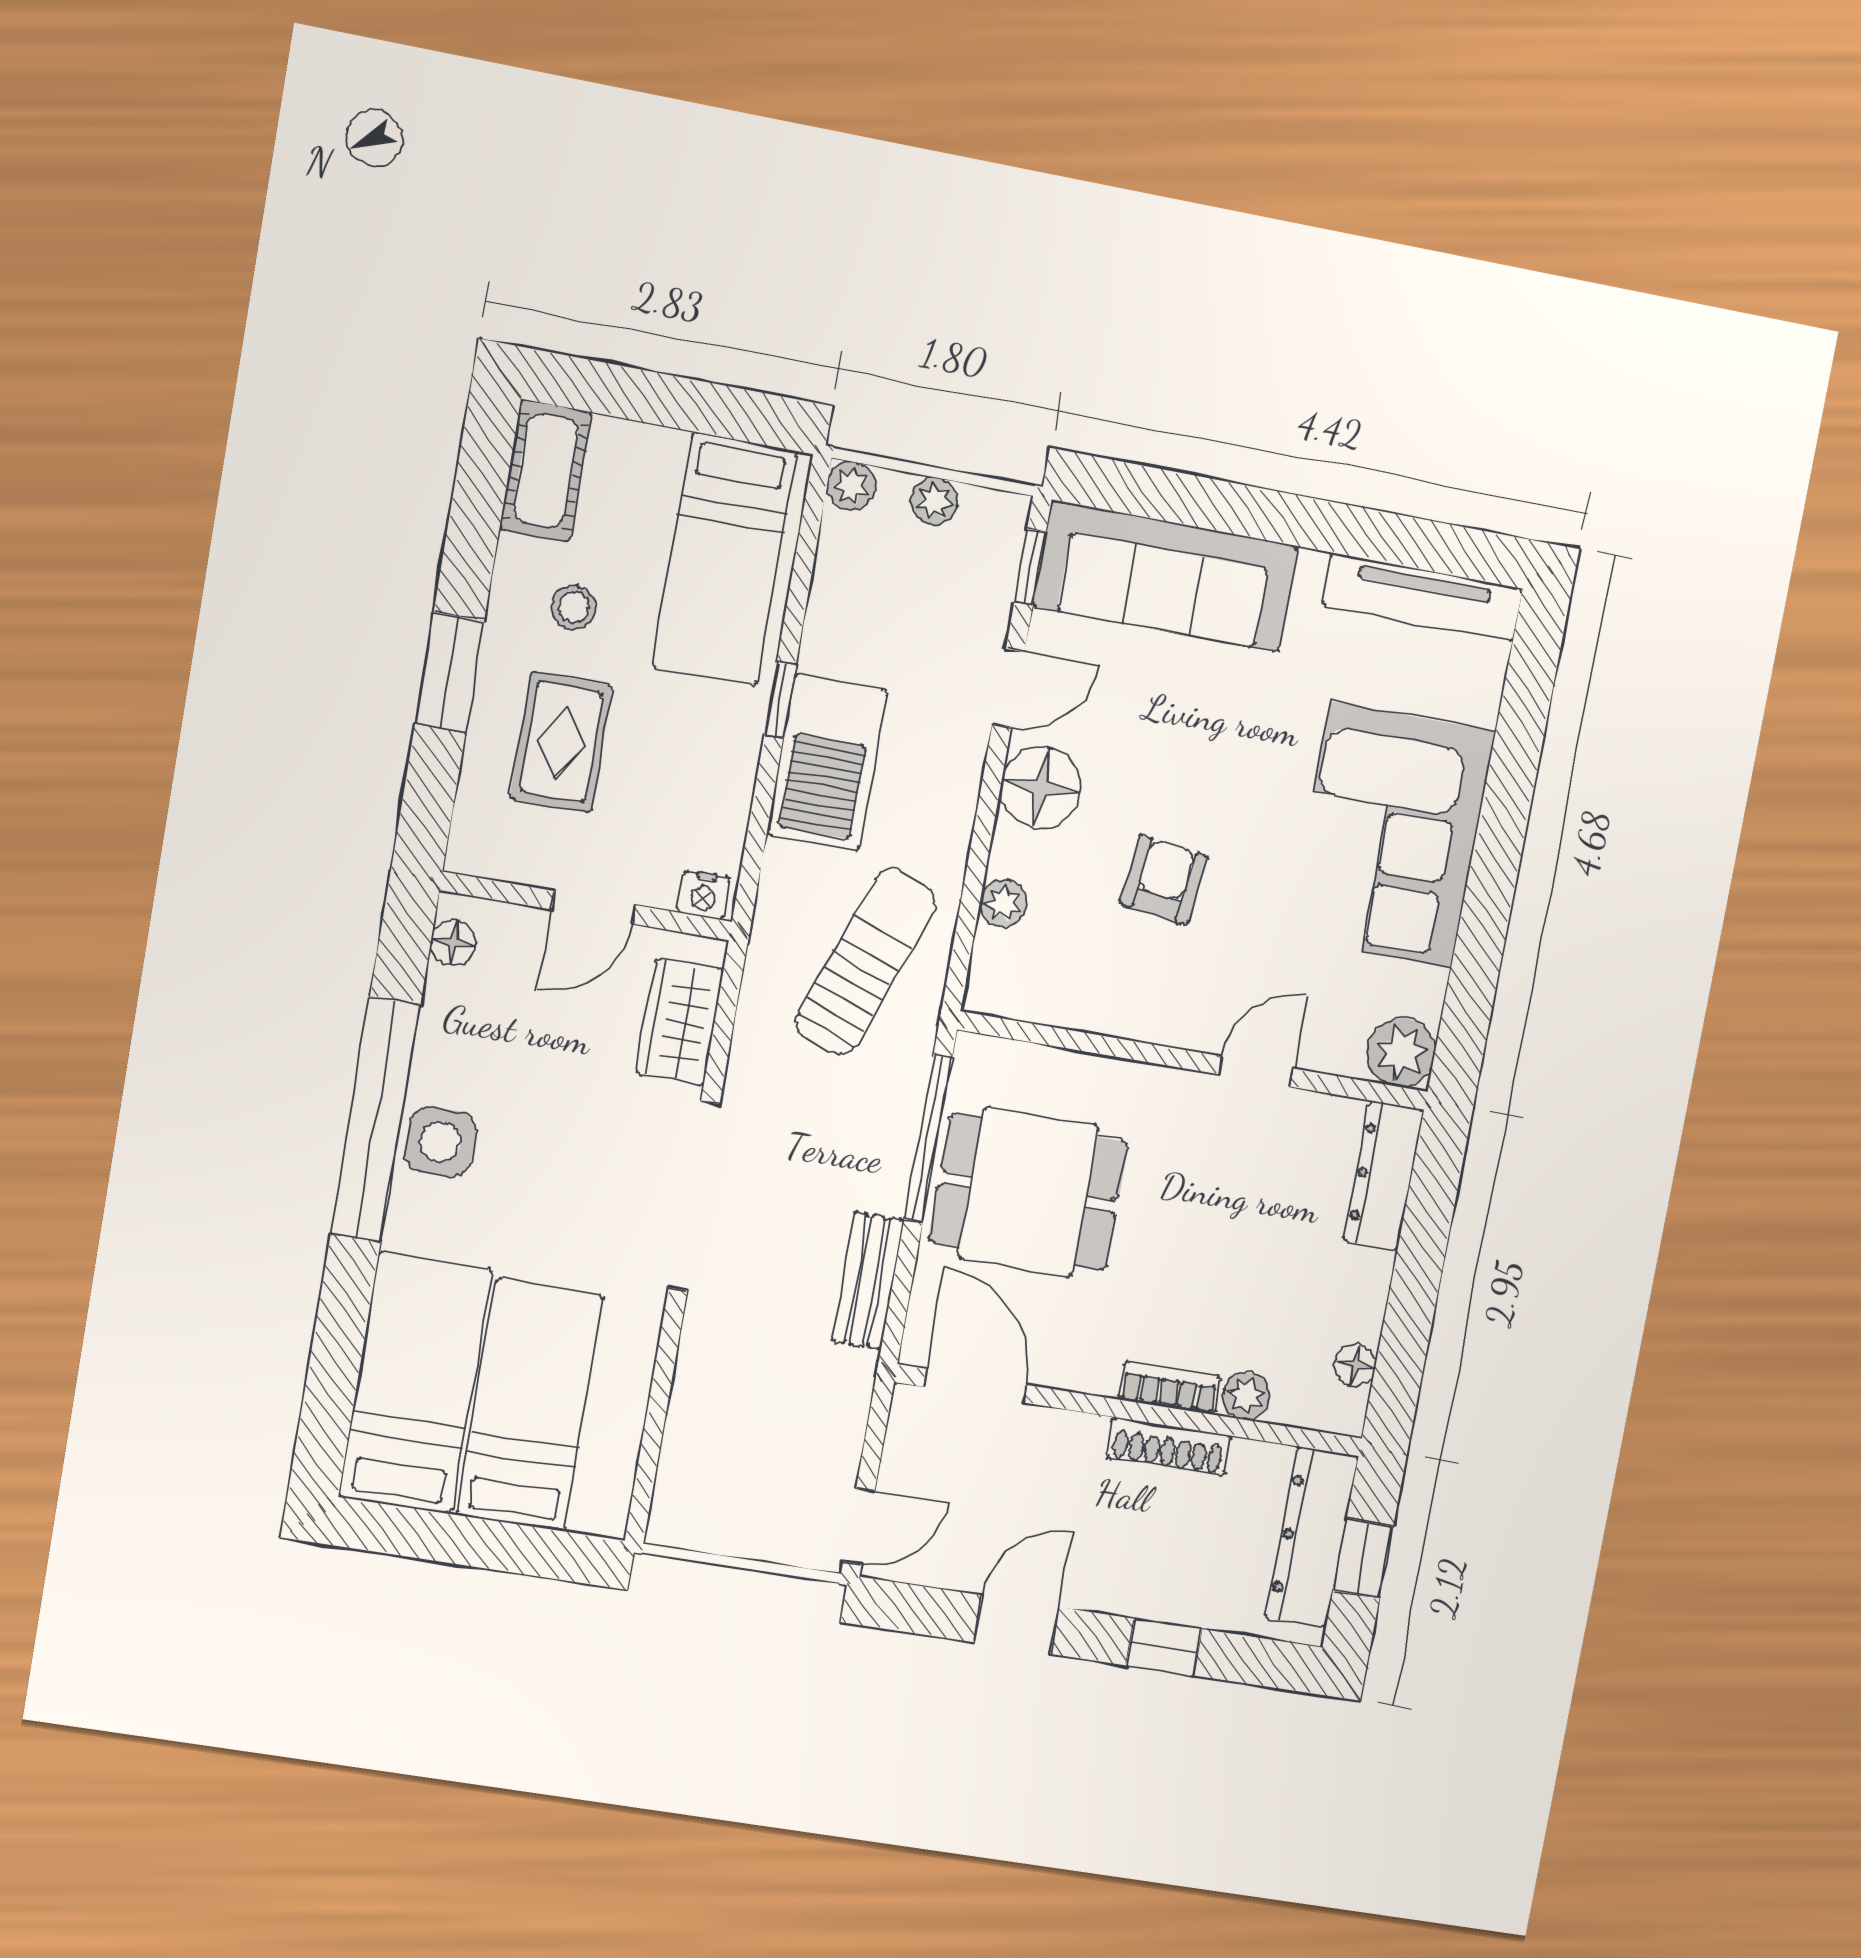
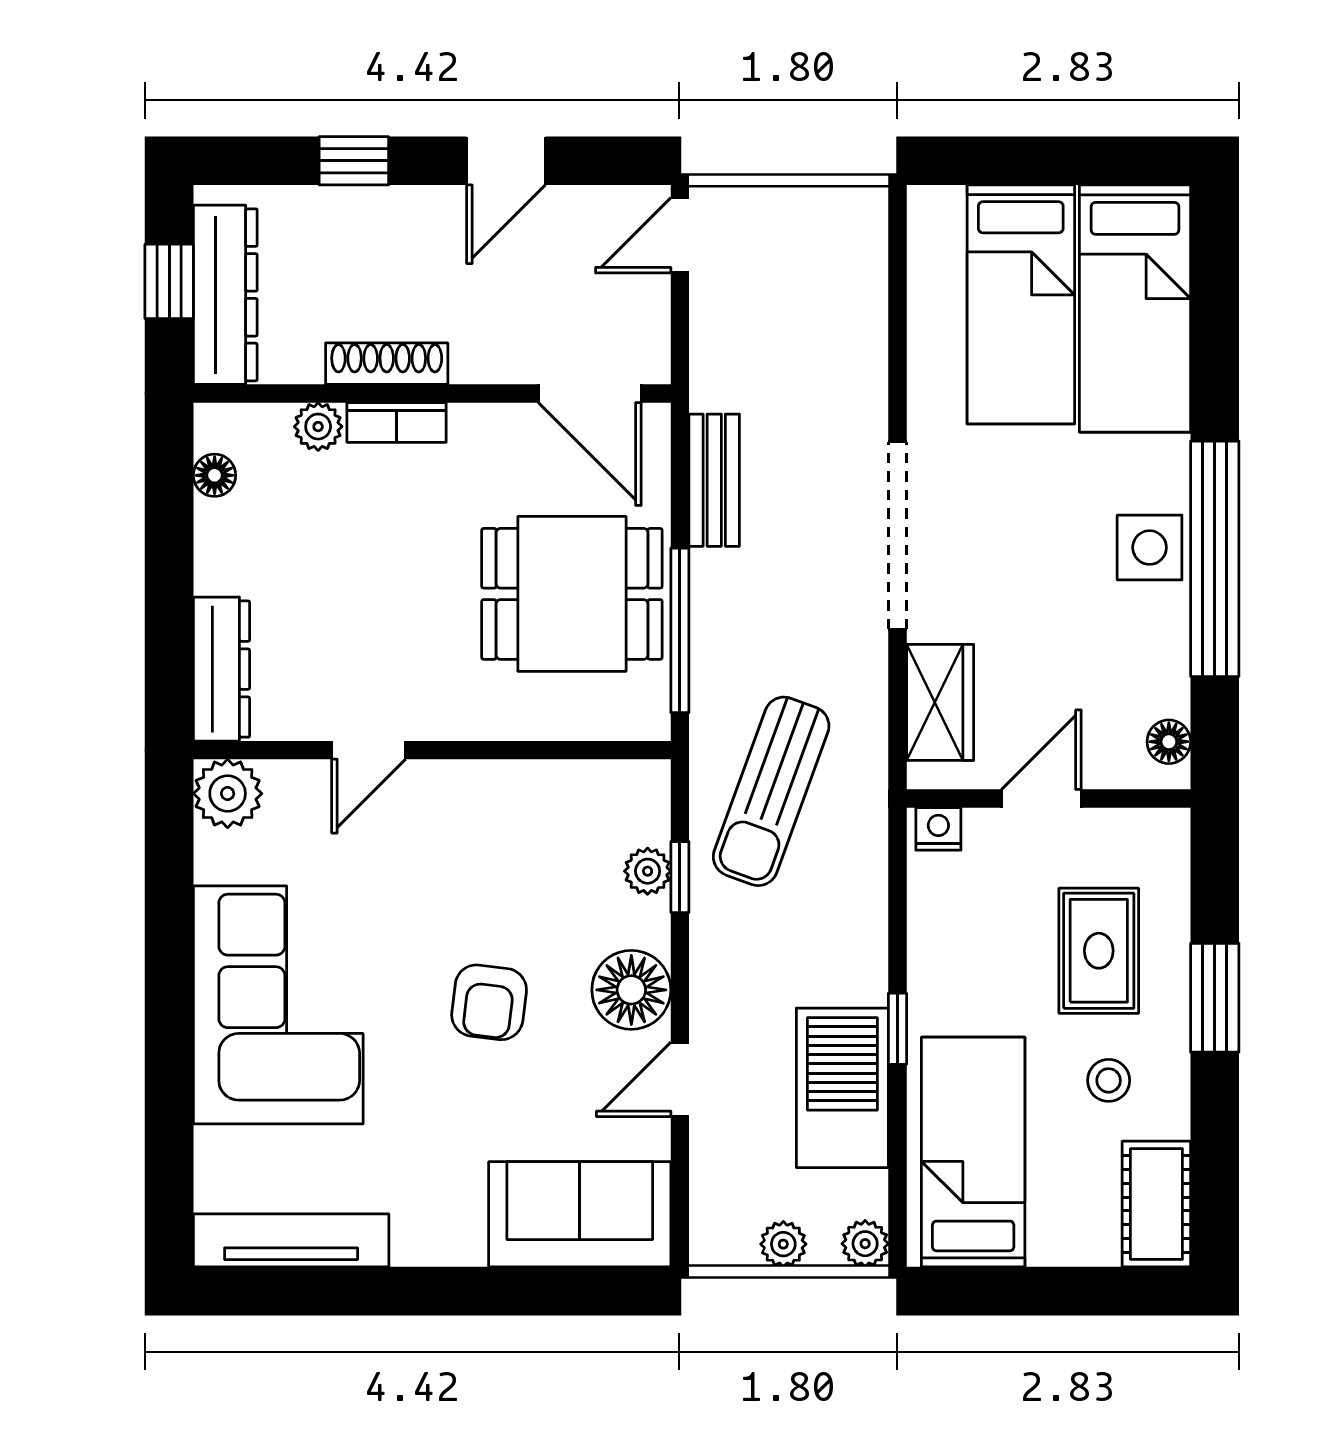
window: (1030, 567) -> (680, 877), moved
sofa: (1166, 576) -> (580, 1214), width x0.73
barbecue: (827, 762) -> (842, 1088), moved
armchair: (1164, 880) -> (489, 1002), moved

